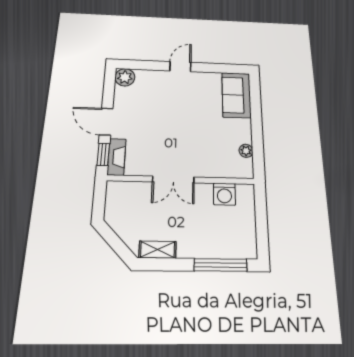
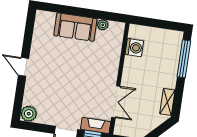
sofa: (236, 95) -> (75, 27), moved
double door: (173, 179) -> (116, 102), moved

